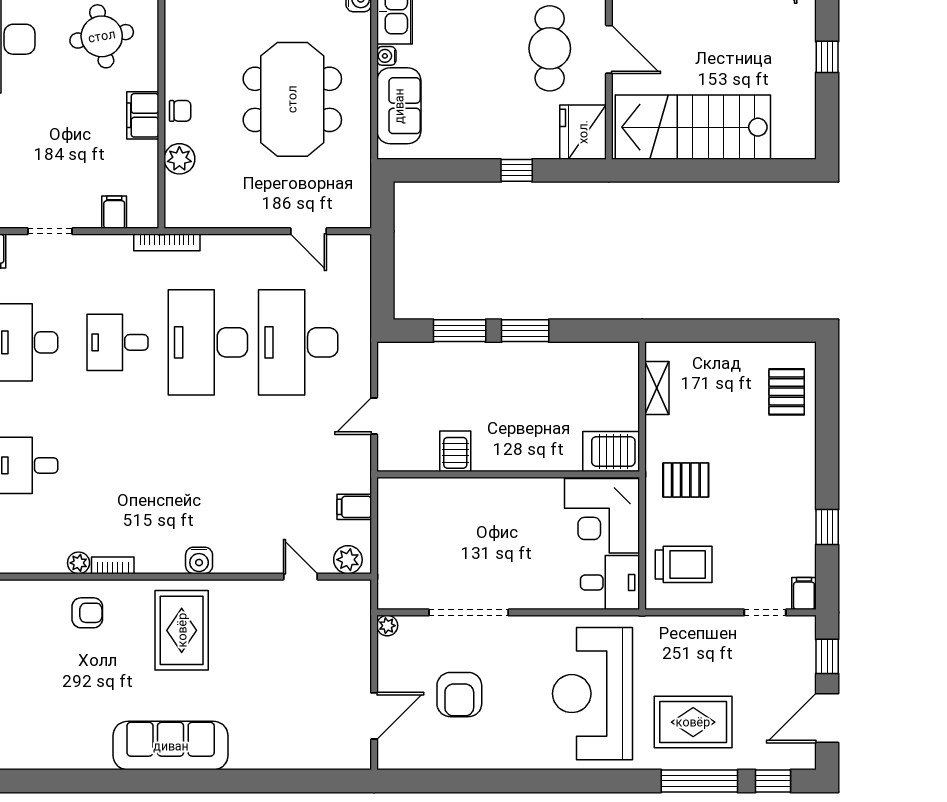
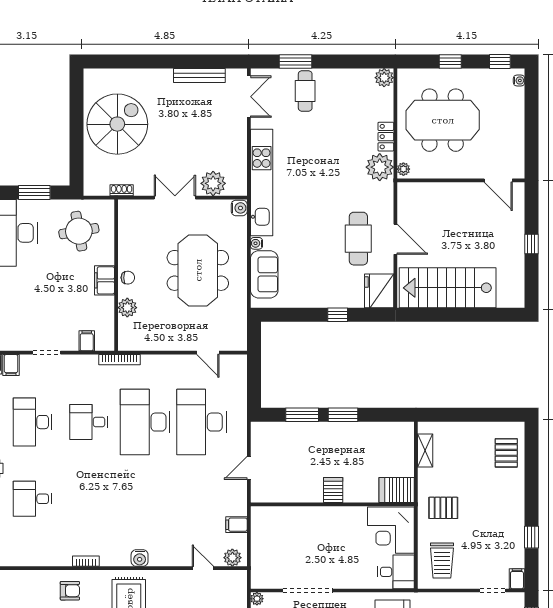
server rack: (455, 451) -> (333, 490), moved
plant: (79, 563) -> (64, 560), removed
trolley: (684, 564) -> (442, 561), turned 90

